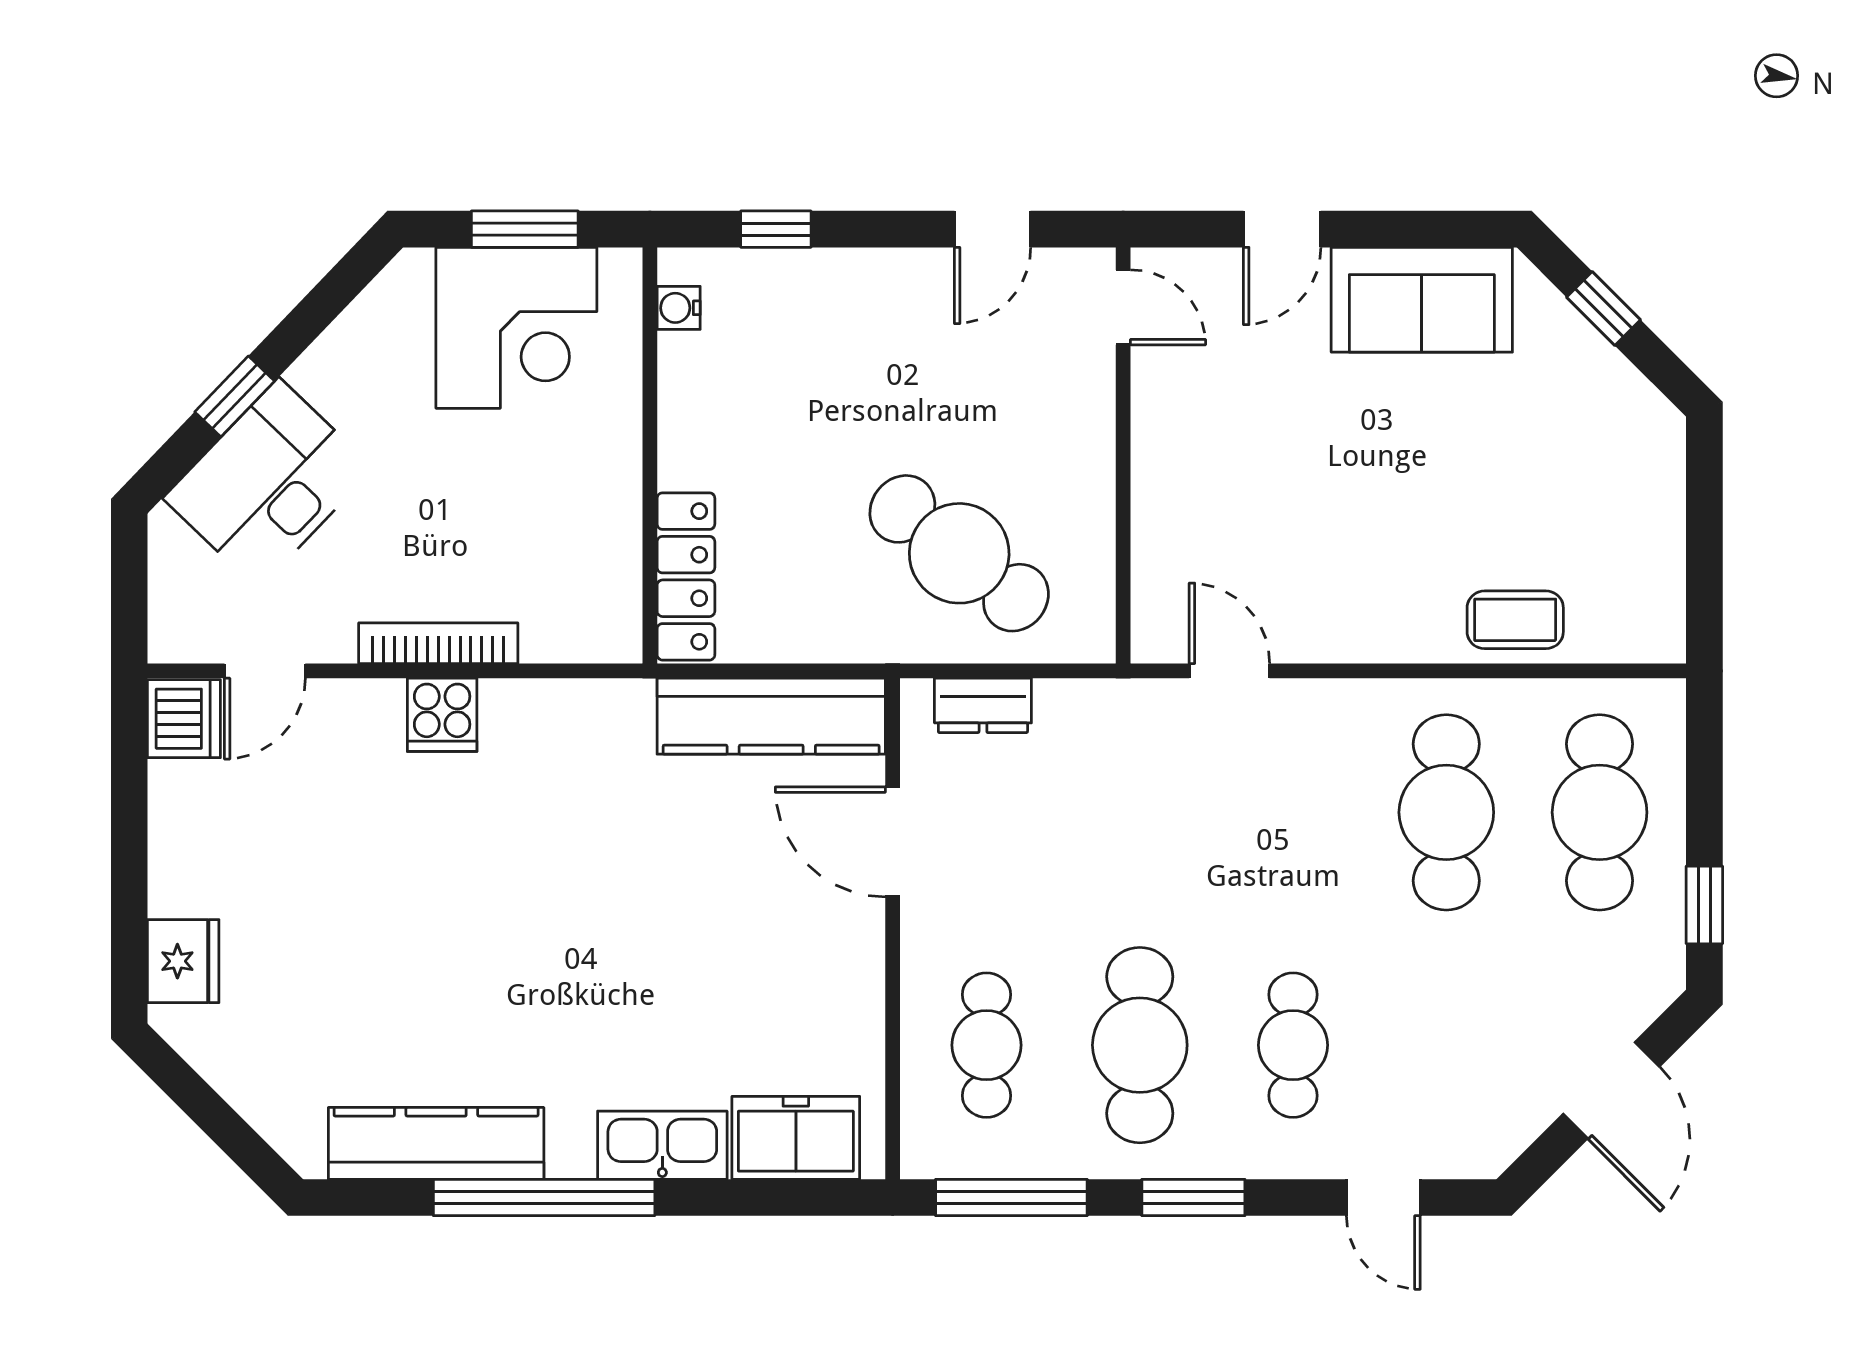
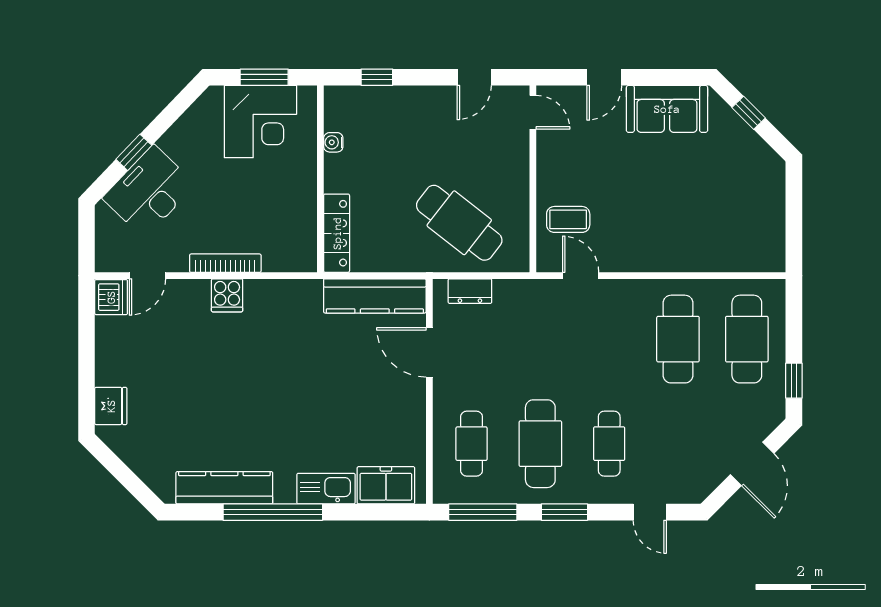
water cooler: (679, 308) -> (333, 142), moved
coffee table: (1515, 620) -> (568, 219), moved

